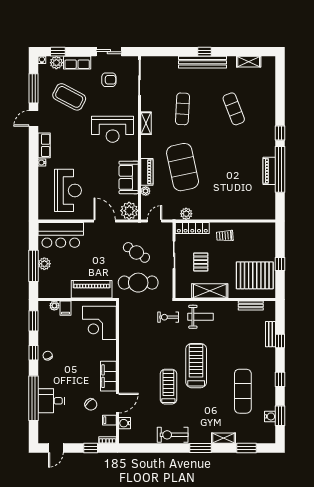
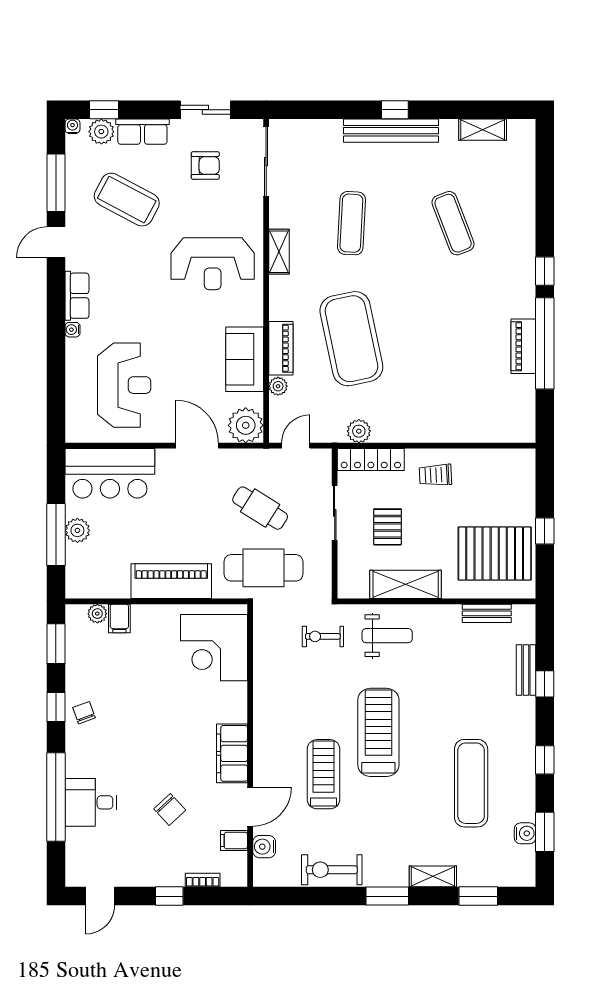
corner desk: (99, 323) -> (214, 648), moved
wall: (118, 372) -> (250, 745), moved
filing cabinet: (108, 376) -> (232, 753), moved
door: (118, 403) -> (250, 807), moved
filing cabinet: (109, 420) -> (234, 841), moved
water cooler: (125, 423) -> (264, 847), moved

